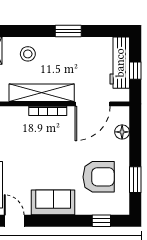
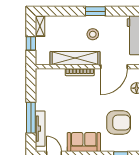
stool: (28, 54) -> (93, 34), moved

